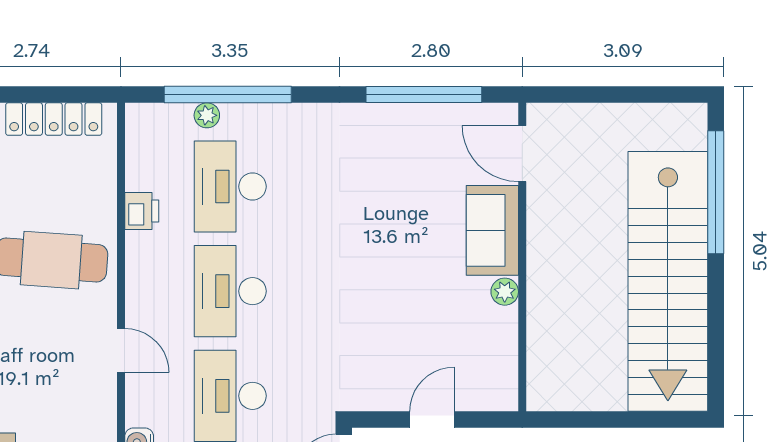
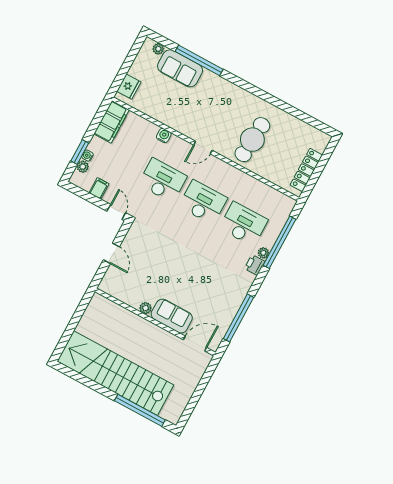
plant: (207, 115) -> (263, 253), moved
printer: (142, 211) -> (255, 265), moved, turned 90

